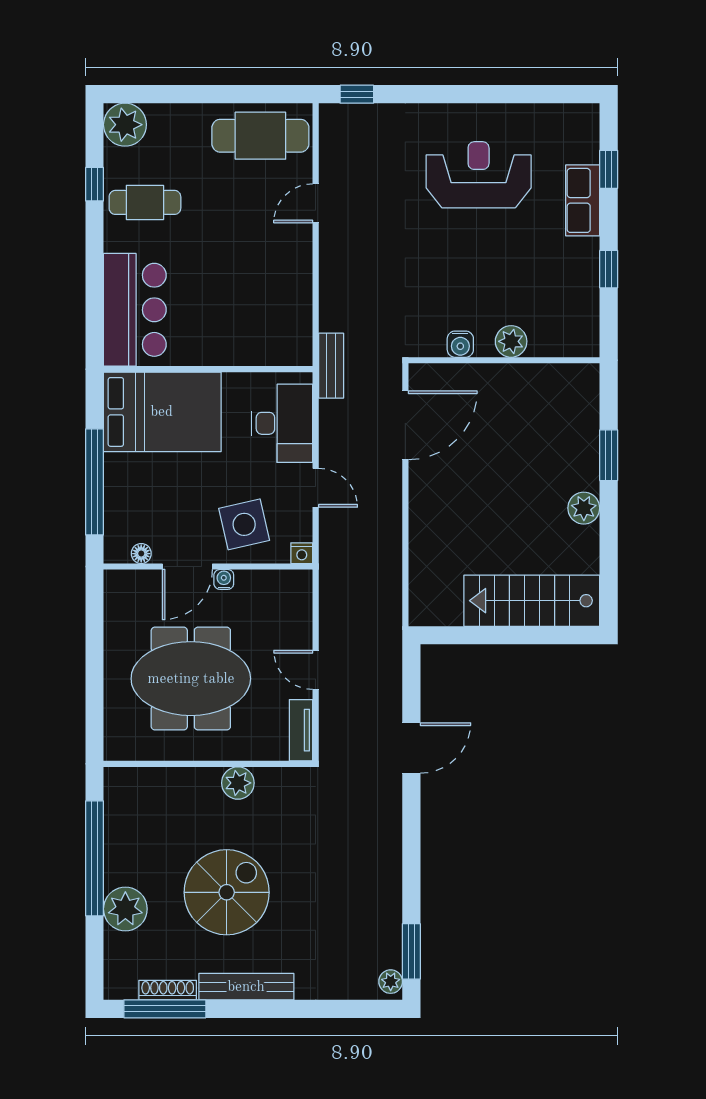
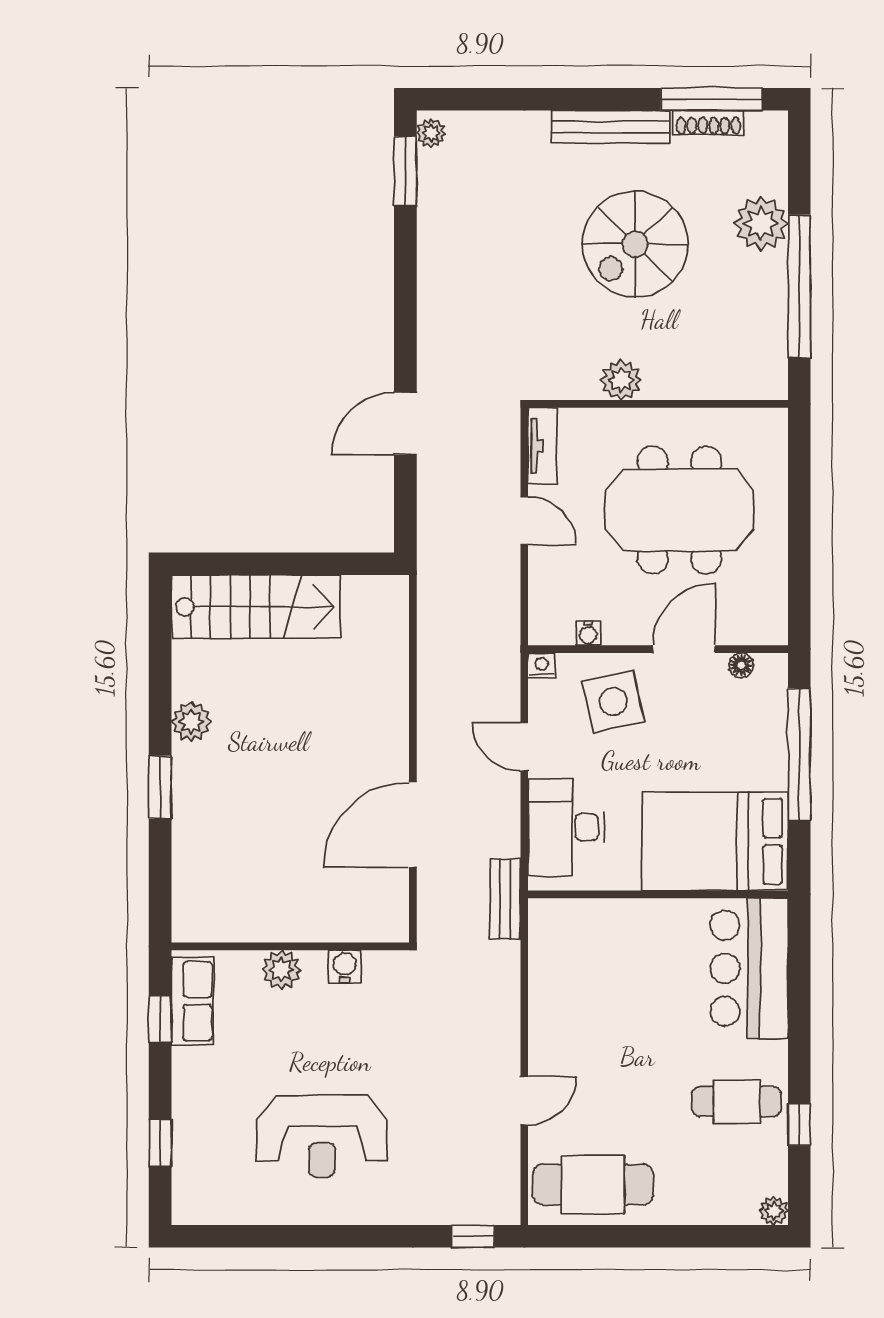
plant: (125, 125) -> (774, 1211), width x0.53, depth x0.53
row of seats: (583, 200) -> (192, 1001), moved
plant: (511, 341) -> (281, 970), moved
water cooler: (460, 344) -> (345, 966), moved
wall: (504, 360) -> (290, 946), moved
water cooler: (224, 579) -> (588, 633), moved

